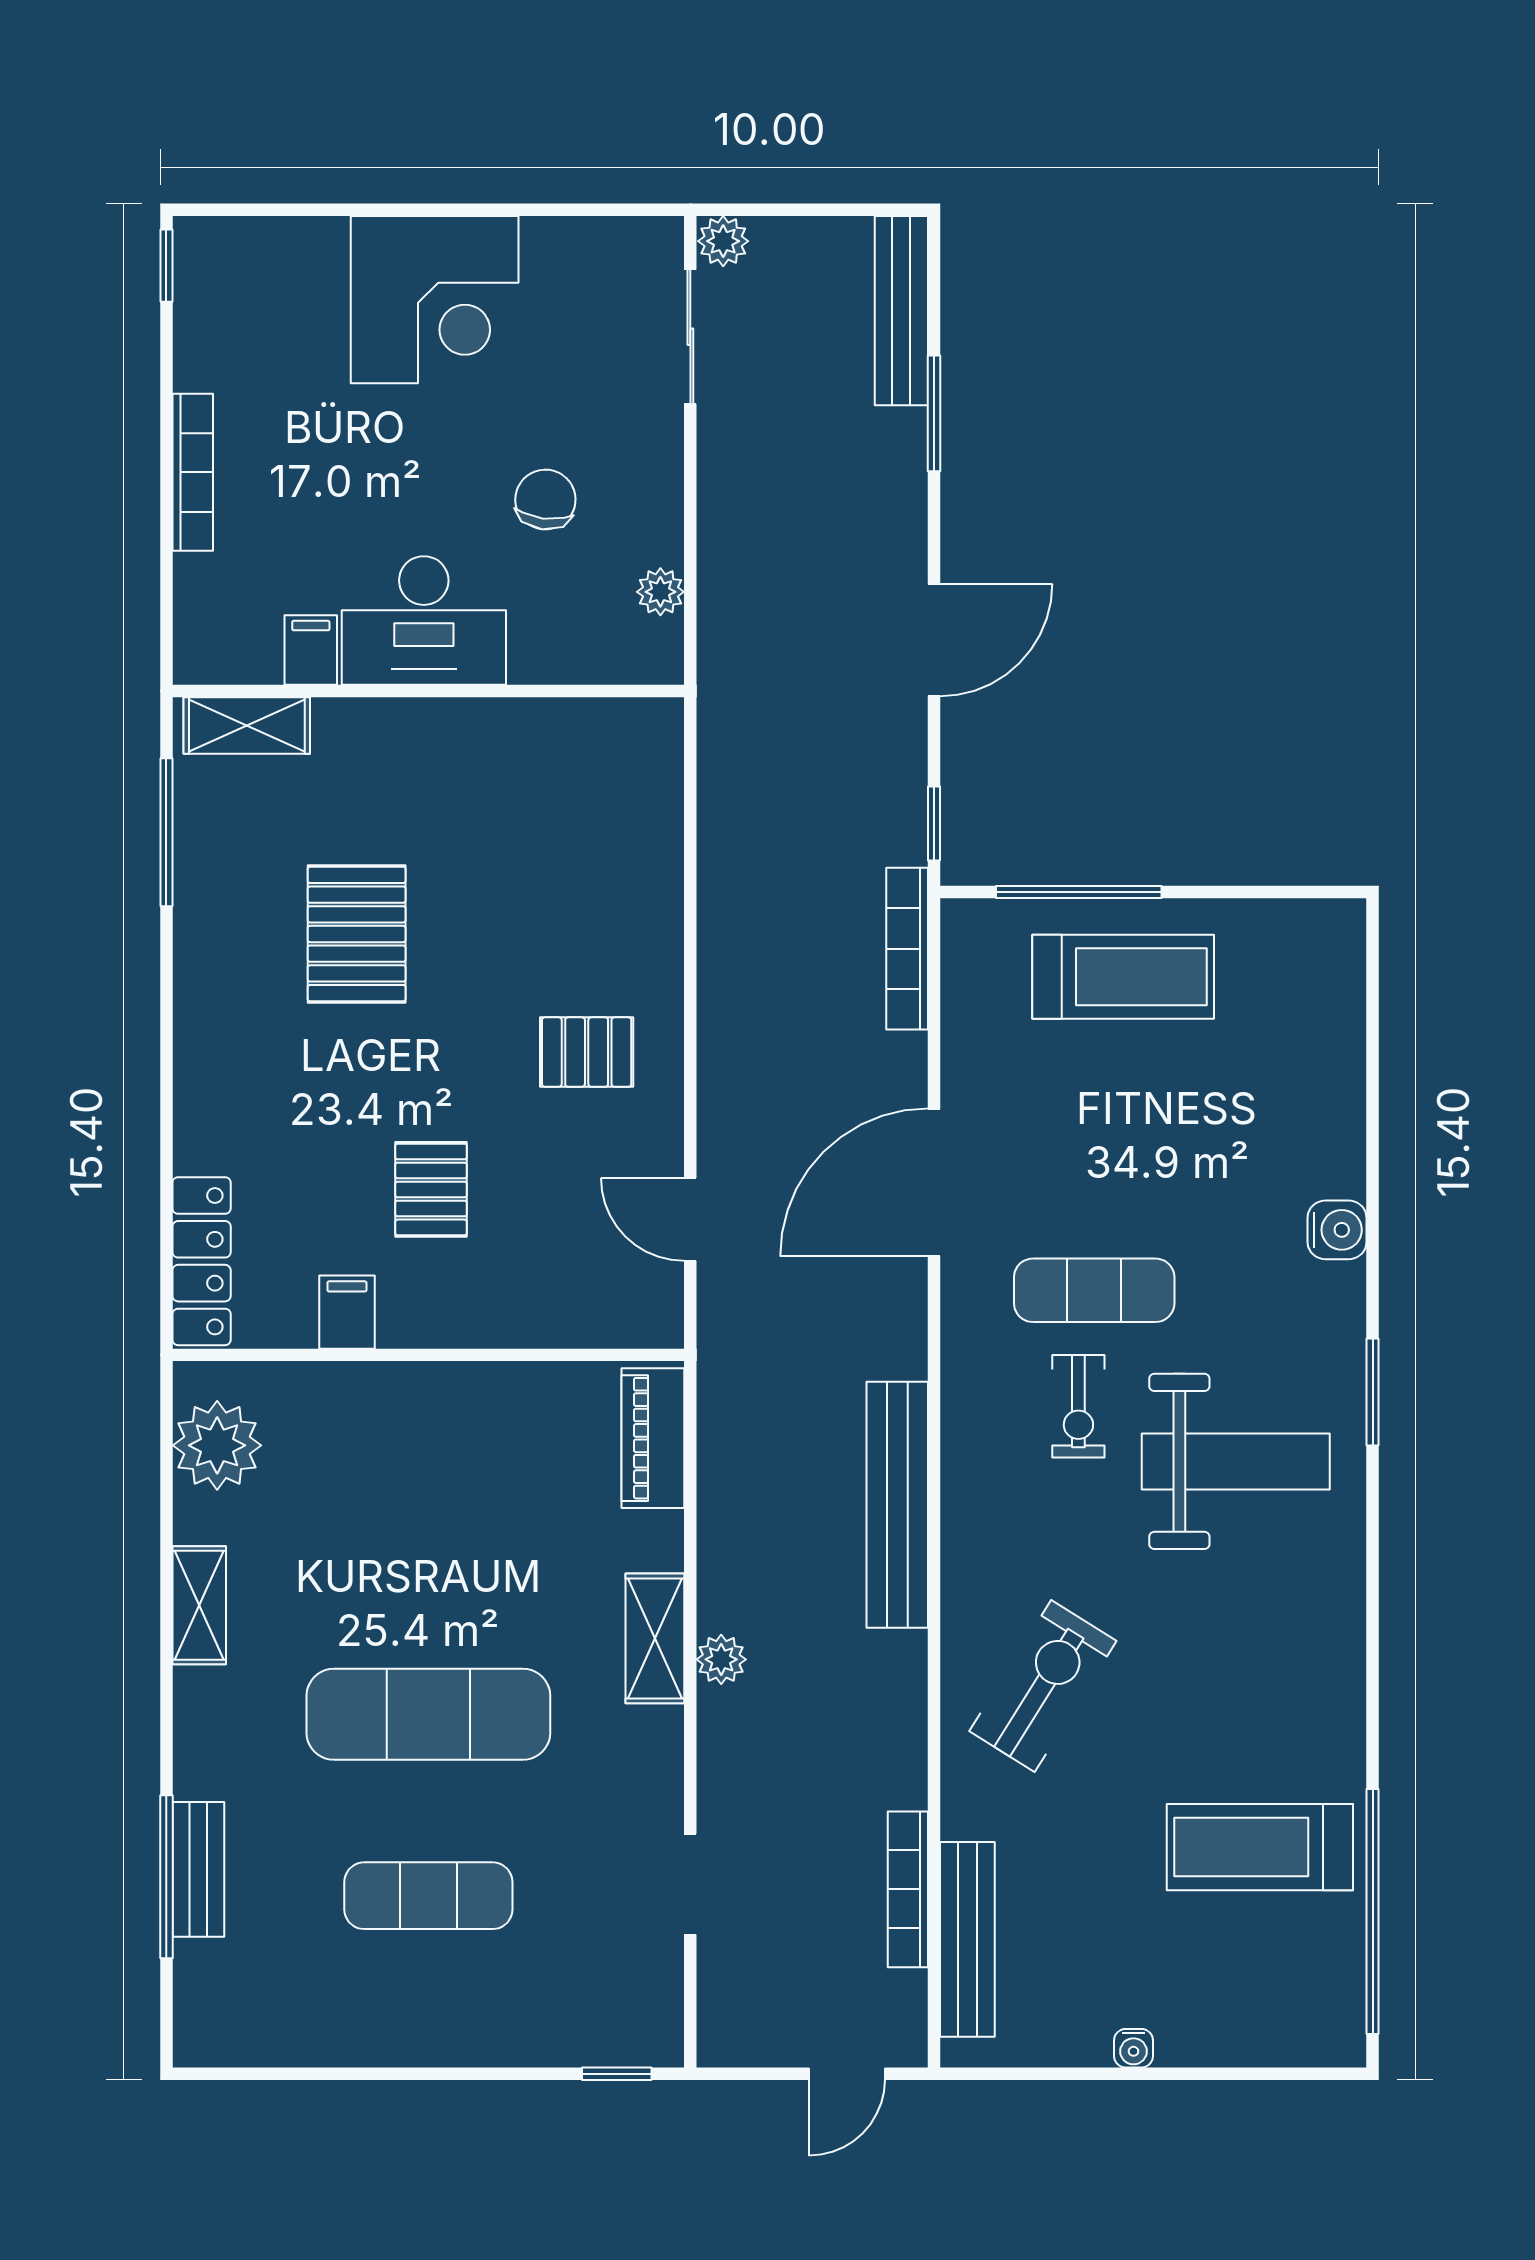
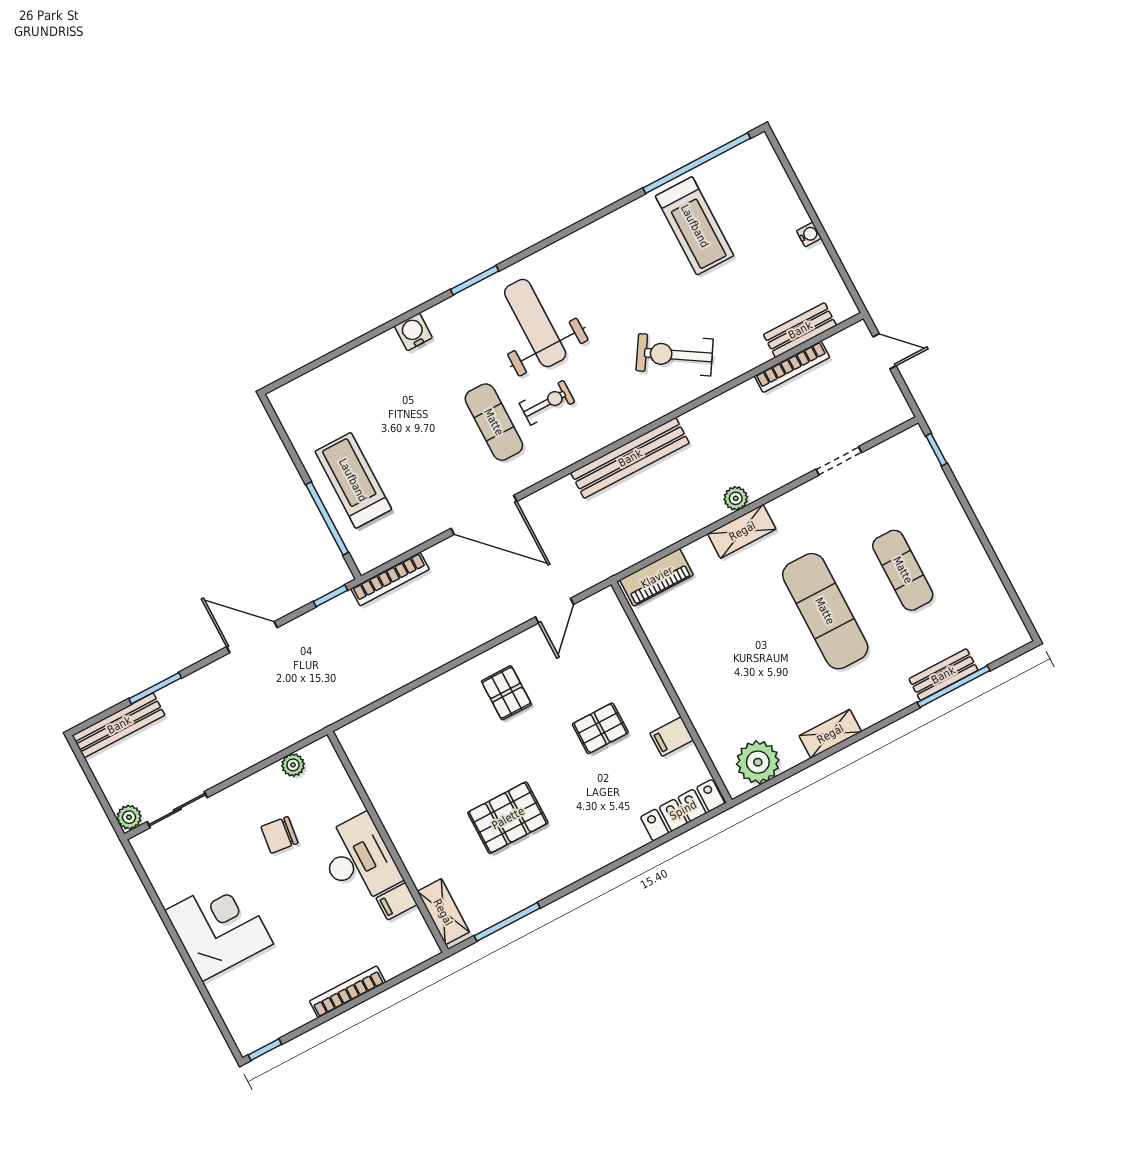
bench: (967, 1939) -> (800, 330), width x0.73

